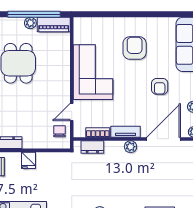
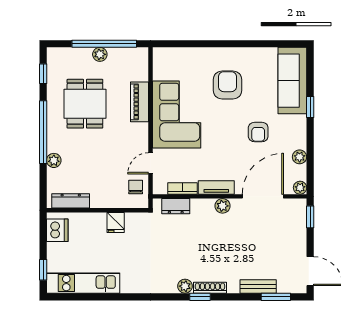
piano: (54, 24) -> (139, 102), moved, turned 90
fridge: (28, 160) -> (116, 223), moved

